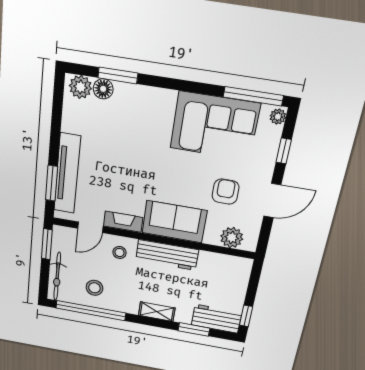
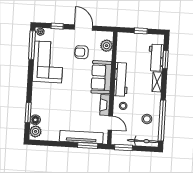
window: (246, 316) -> (141, 31), moved
workbench: (216, 319) -> (156, 58), moved

